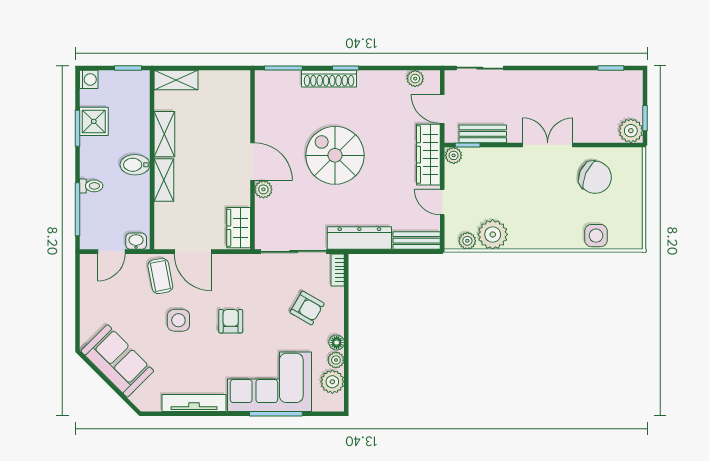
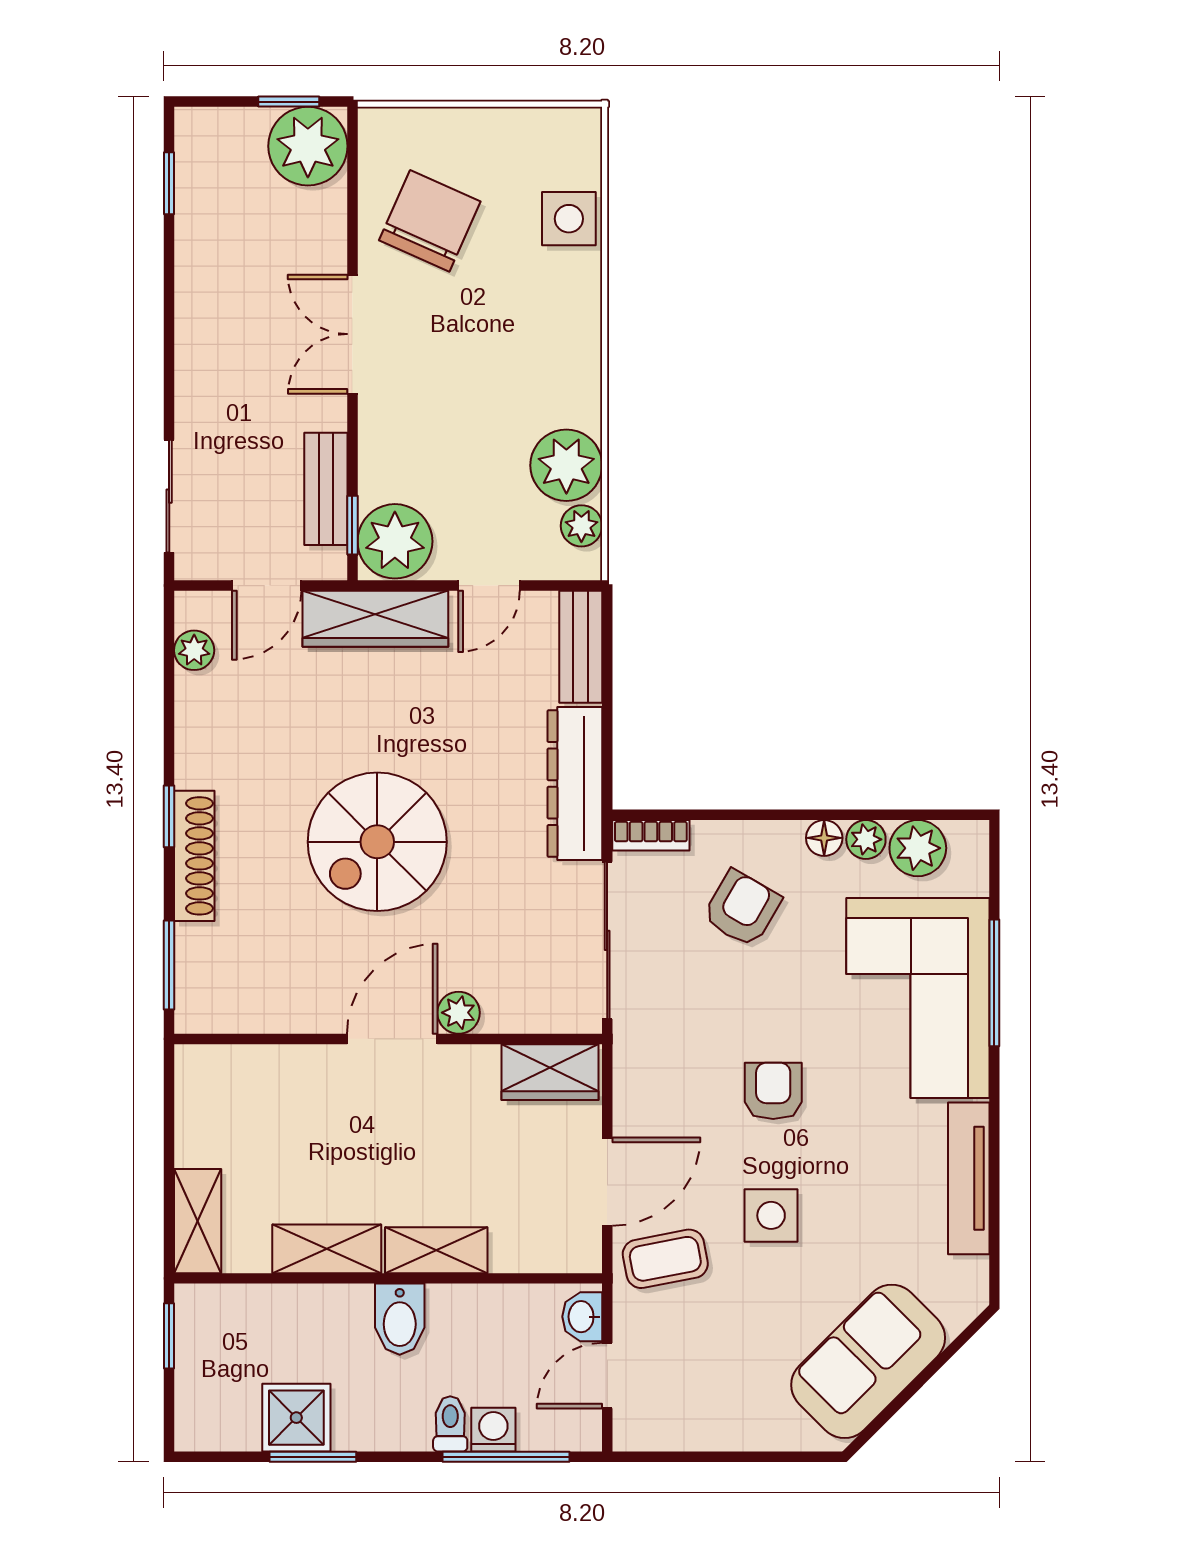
washing machine: (89, 79) -> (493, 1430), moved
plant: (631, 131) -> (308, 146), width x1.36, depth x1.36
plant: (454, 155) -> (395, 541), width x1.87, depth x1.87
door: (111, 252) -> (607, 1376), swing flipped
armchair: (231, 321) -> (773, 1091), turned 90

